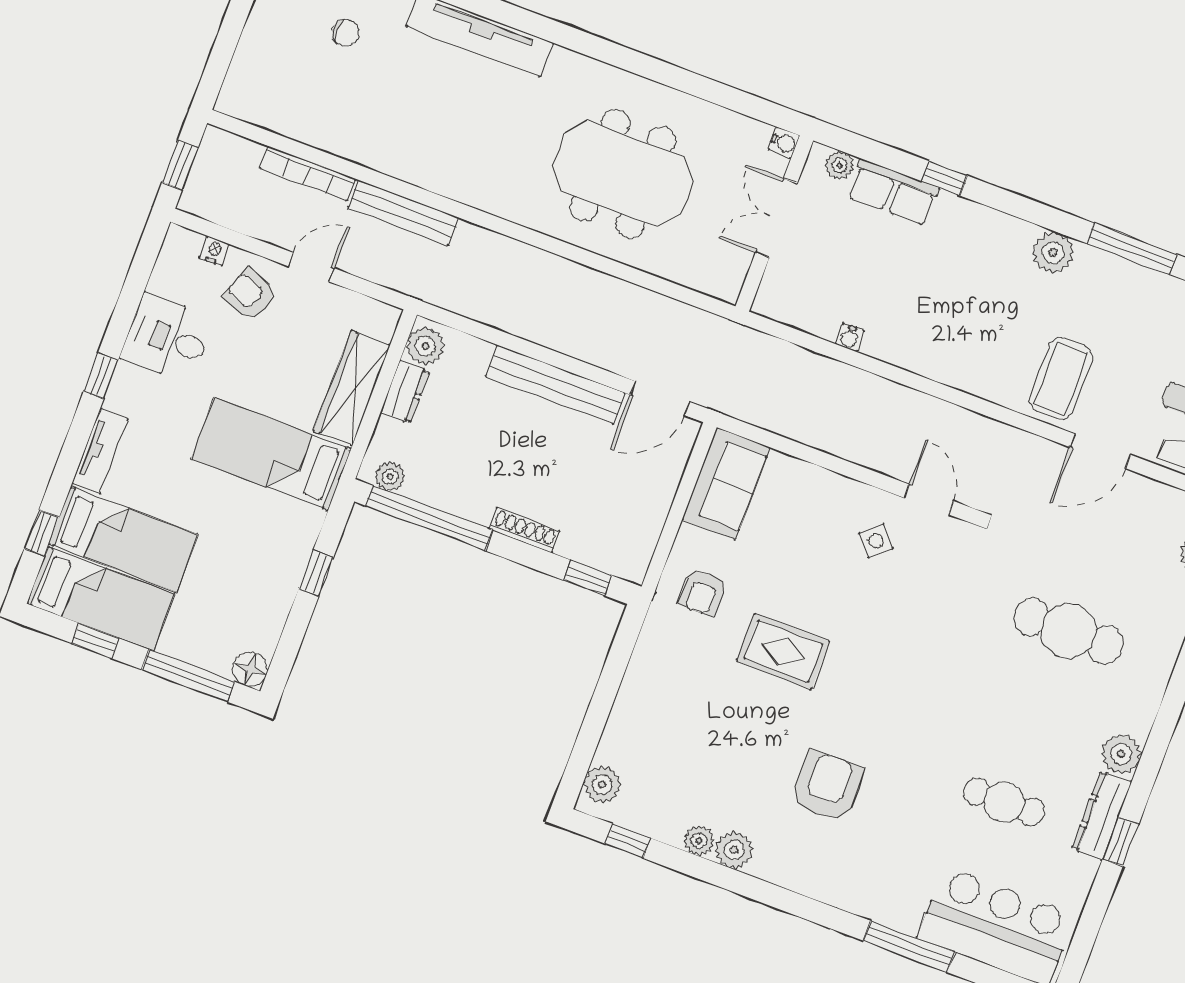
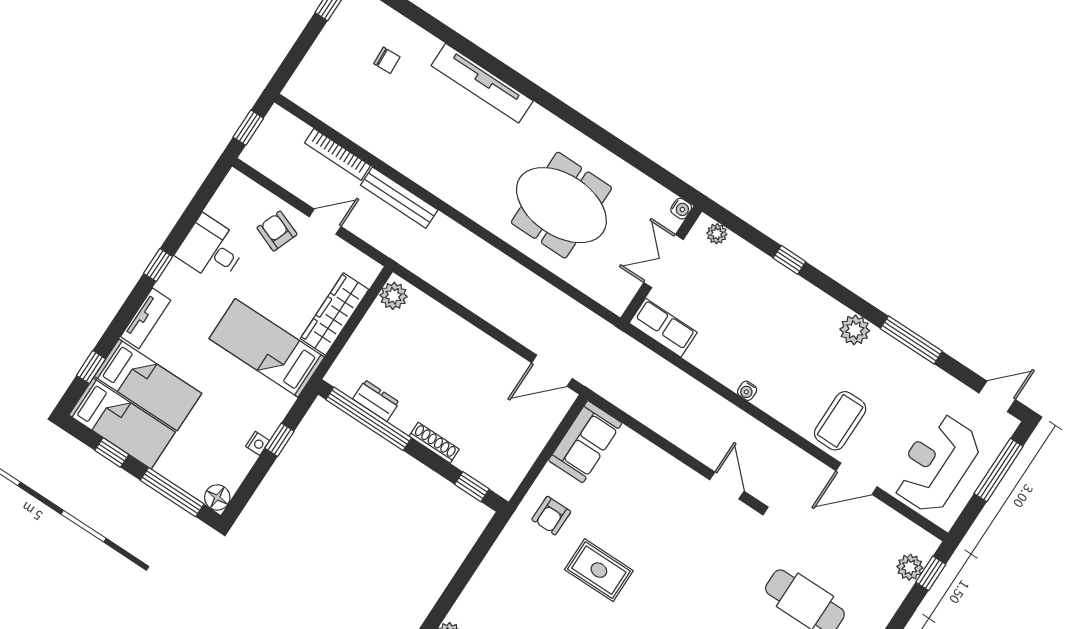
row of seats: (893, 192) -> (663, 328), moved, turned 180
nightstand: (214, 251) -> (258, 443), moved, turned 90
water cooler: (850, 337) -> (747, 391), moved
bench: (555, 385) -> (480, 344), removed
dresser: (405, 392) -> (376, 401), moved, turned -90
plant: (390, 477) -> (348, 383), removed
side table: (876, 541) -> (683, 506), removed

